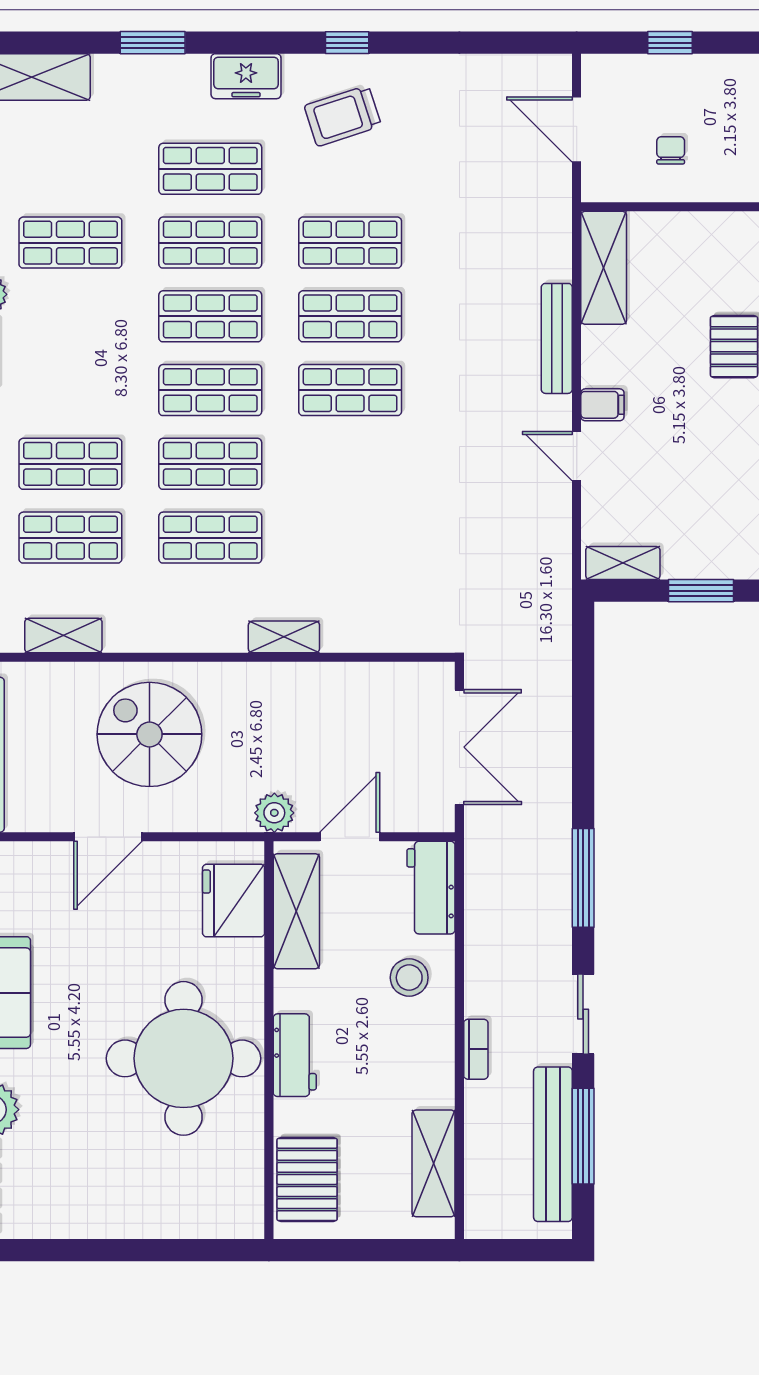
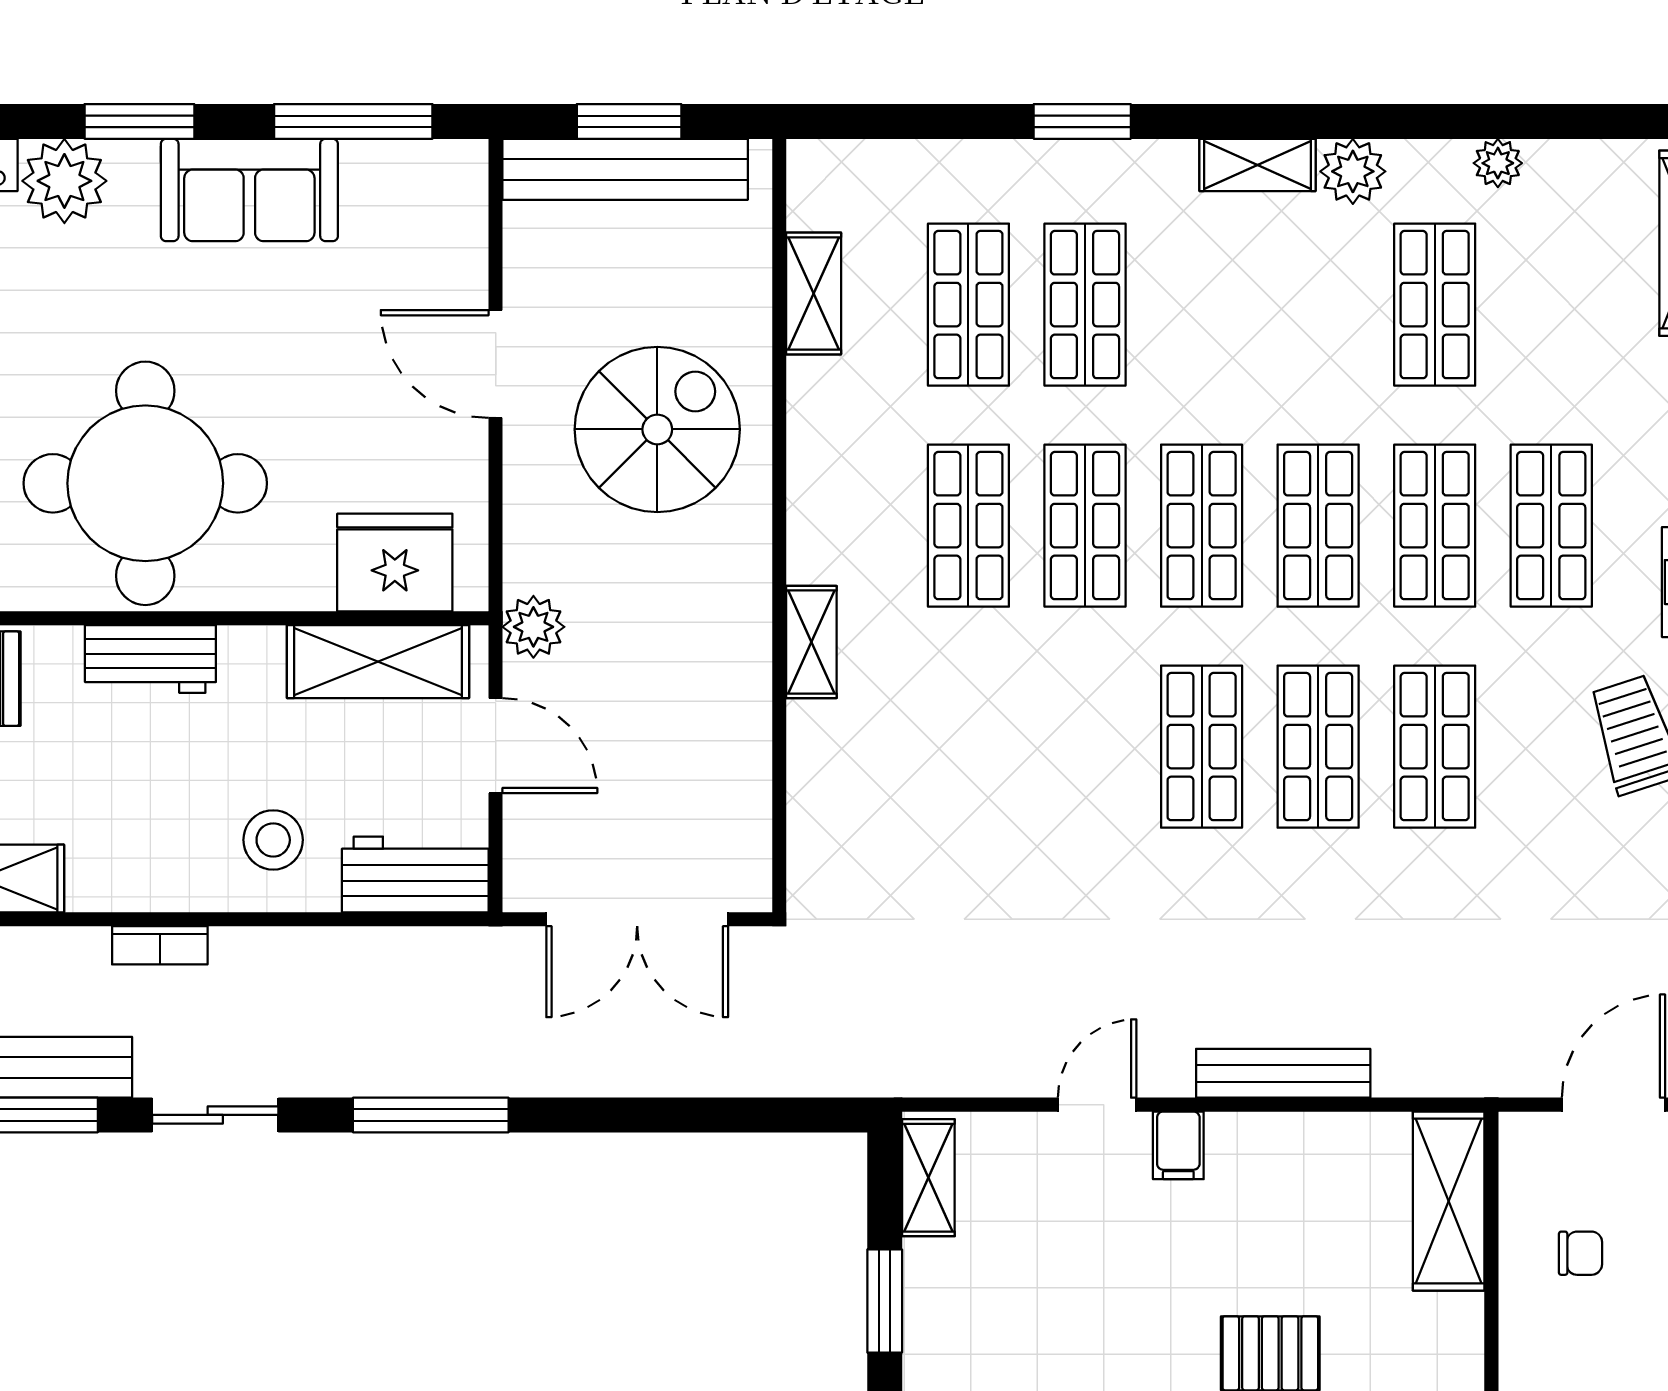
shelving: (604, 268) -> (1449, 1201), moved, turned 90

